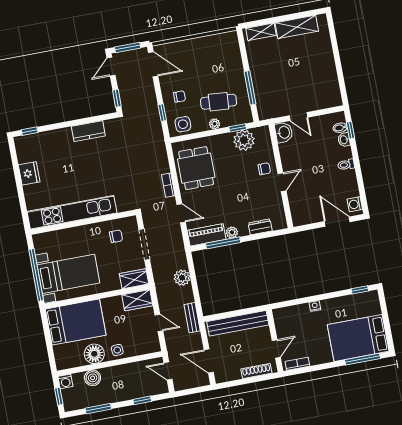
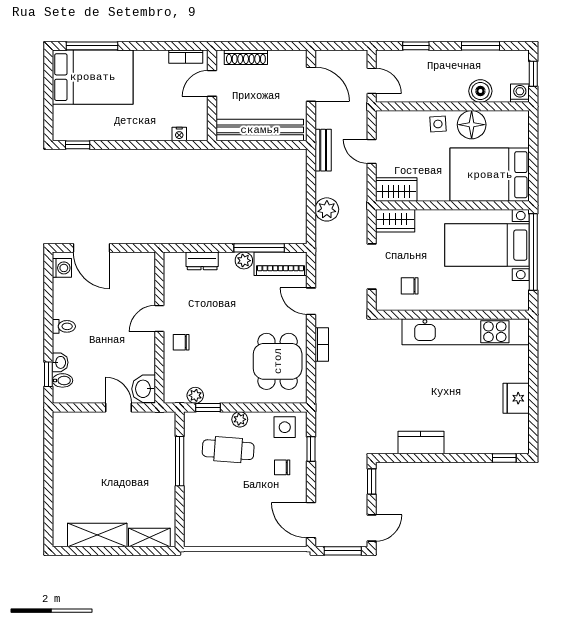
plant: (244, 140) -> (195, 395), width x0.53, depth x0.53
nightstand: (315, 306) -> (179, 134), moved

